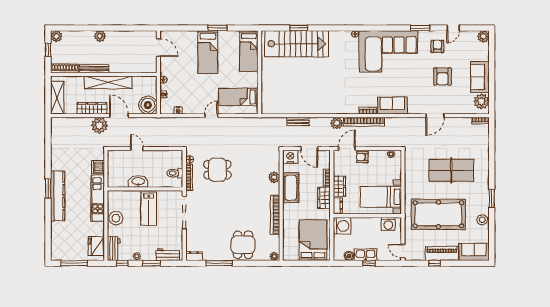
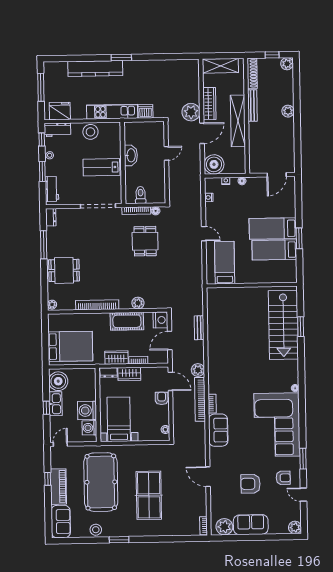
bed: (249, 51) -> (274, 250), moved
kitchen counter: (58, 196) -> (95, 68), moved
washing machine: (342, 226) -> (87, 410), moved, turned 90
boiler: (349, 256) -> (58, 381), width x1.86, depth x1.86

